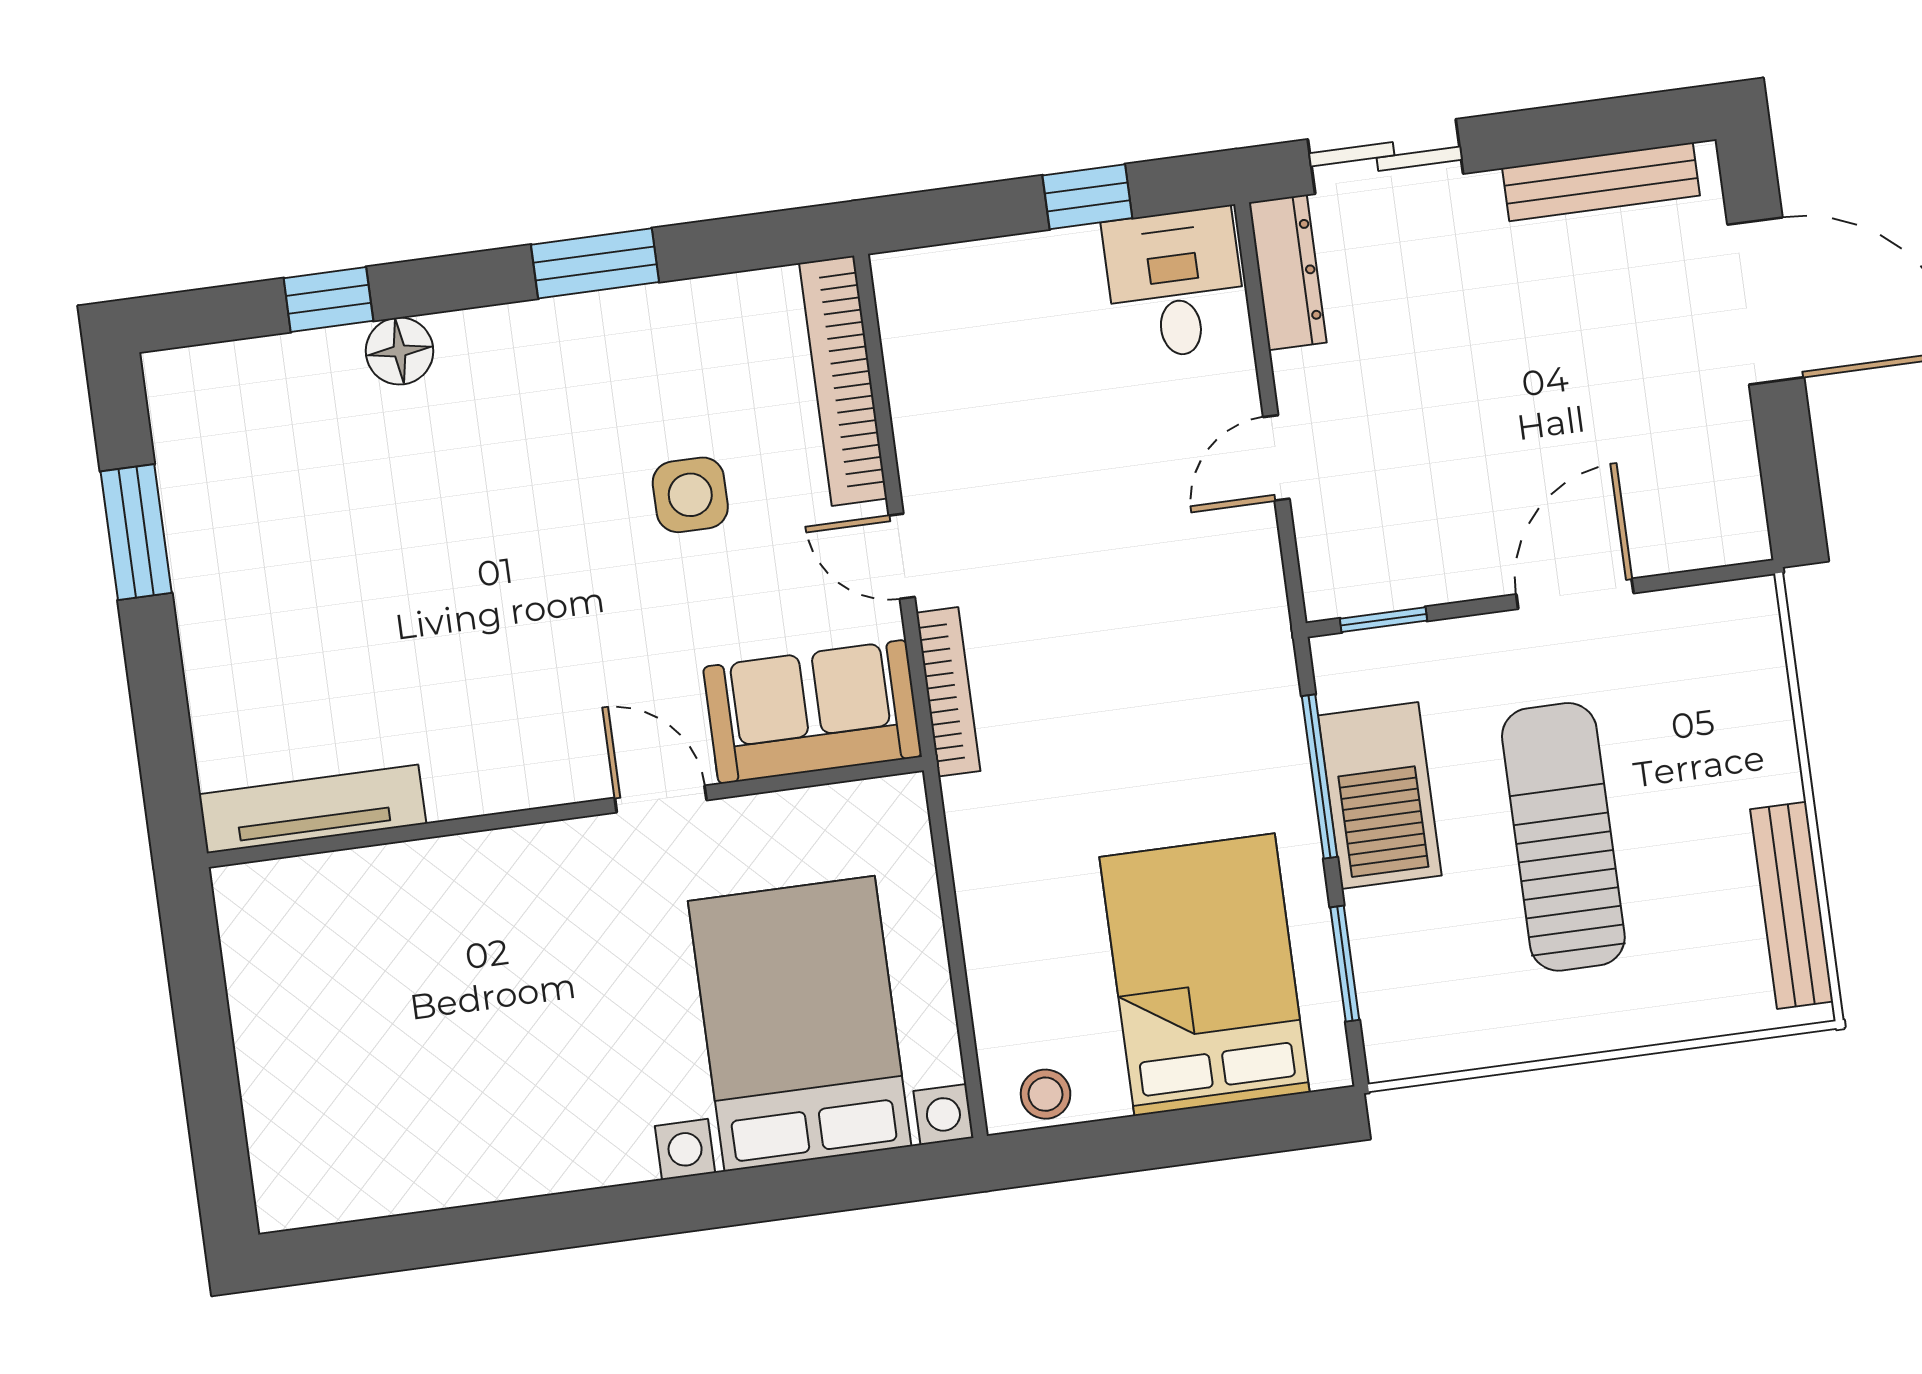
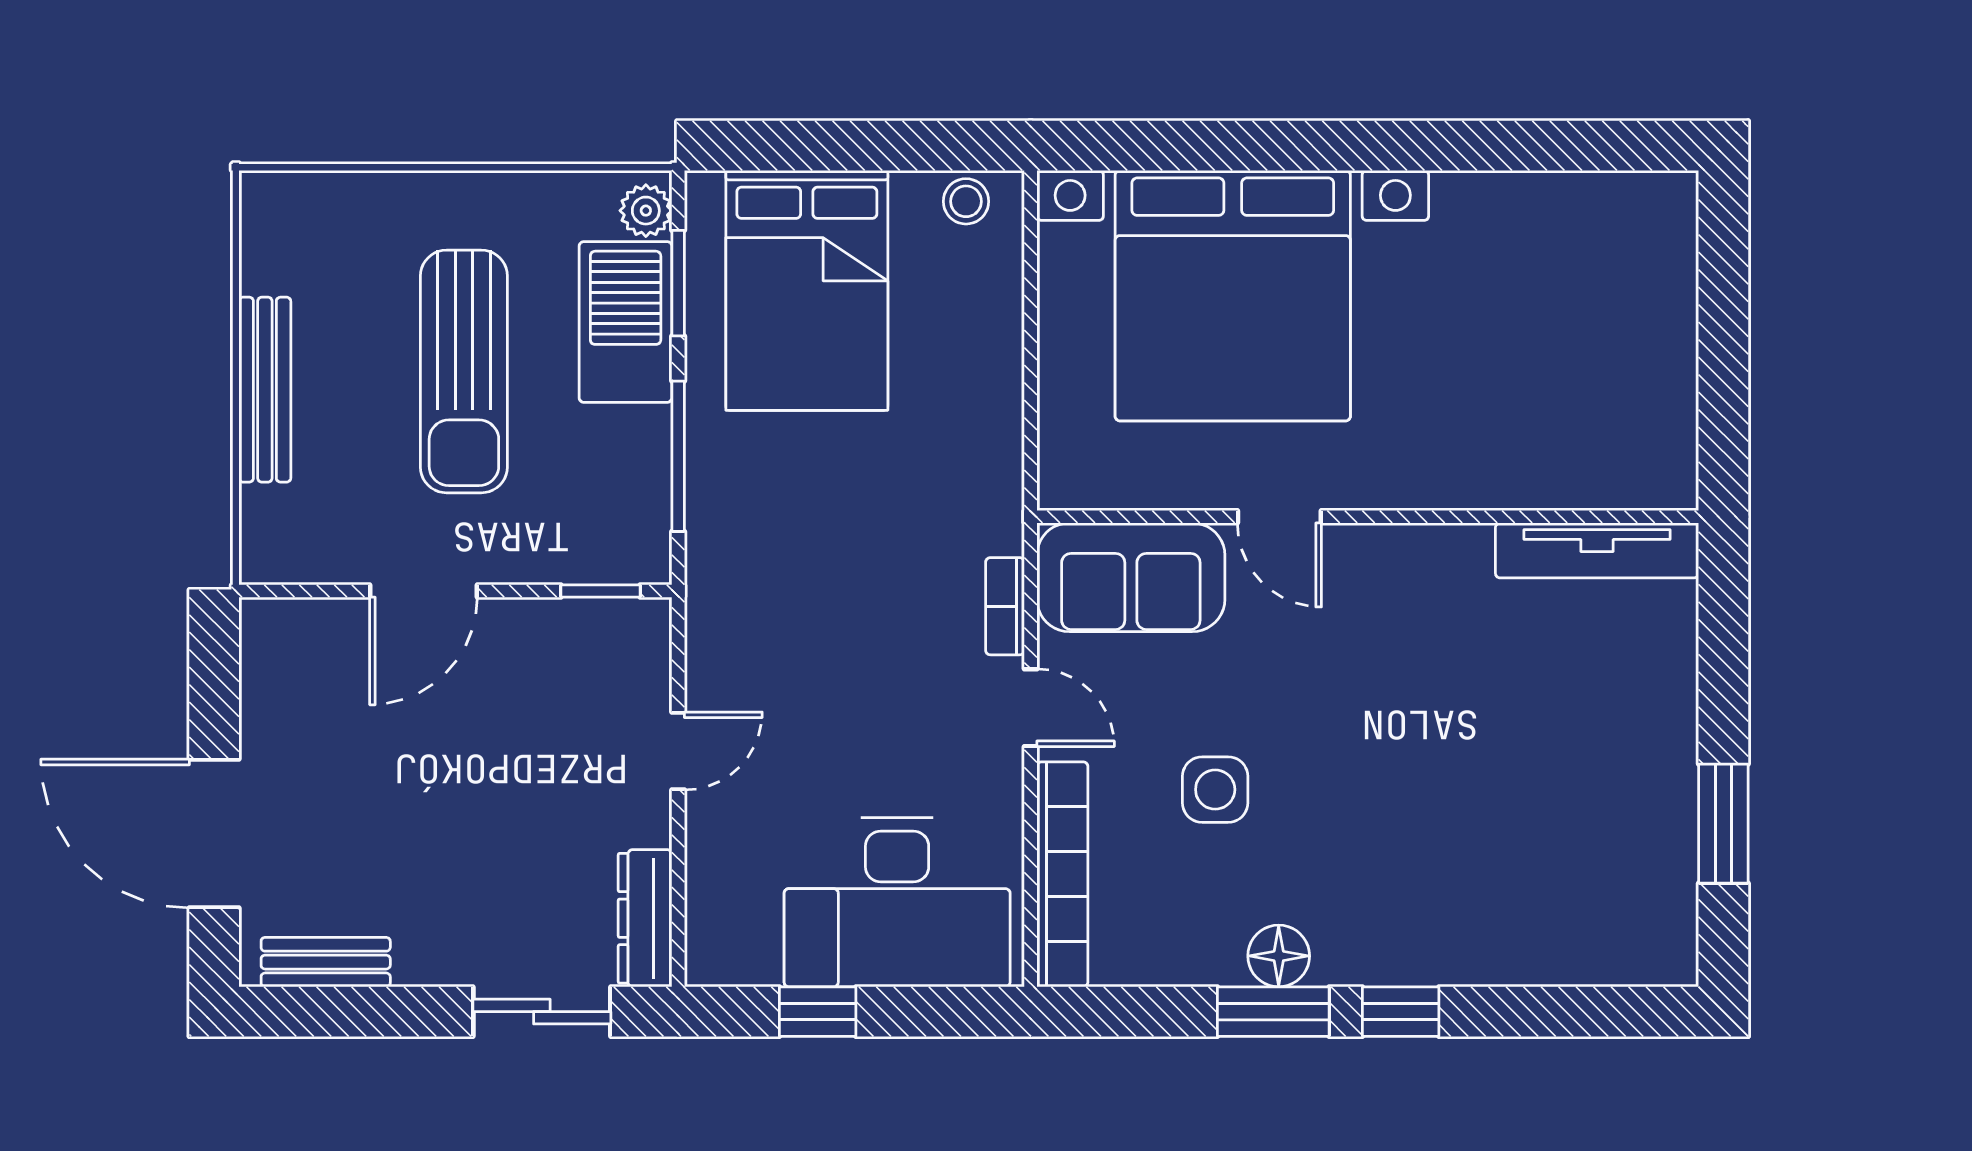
bench: (1601, 182) -> (326, 962), width x0.73
desk: (1175, 284) -> (897, 902), moved, width x1.87, depth x1.30
window: (328, 299) -> (1401, 1012), moved
floor lamp: (400, 351) -> (1279, 956), moved
bookcase: (948, 692) -> (1005, 606), width x0.64
barbecue: (1380, 796) -> (626, 322), moved
bench: (1792, 905) -> (265, 390), moved
bed with nightstands: (800, 1024) -> (1233, 296), width x1.36
plant: (1390, 1037) -> (646, 211), added

